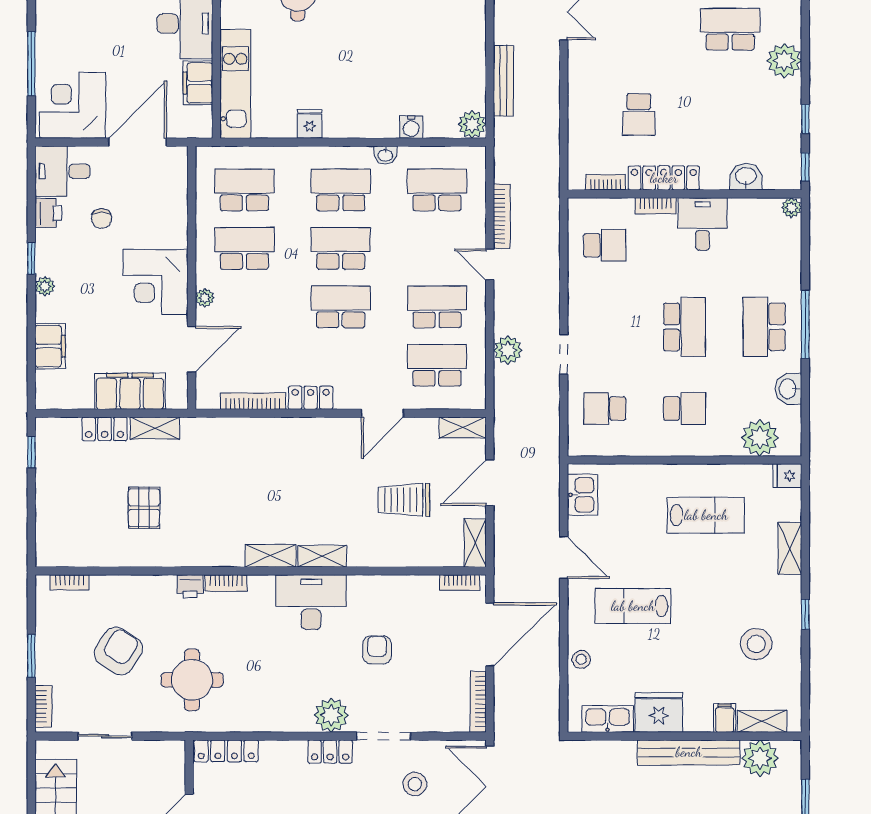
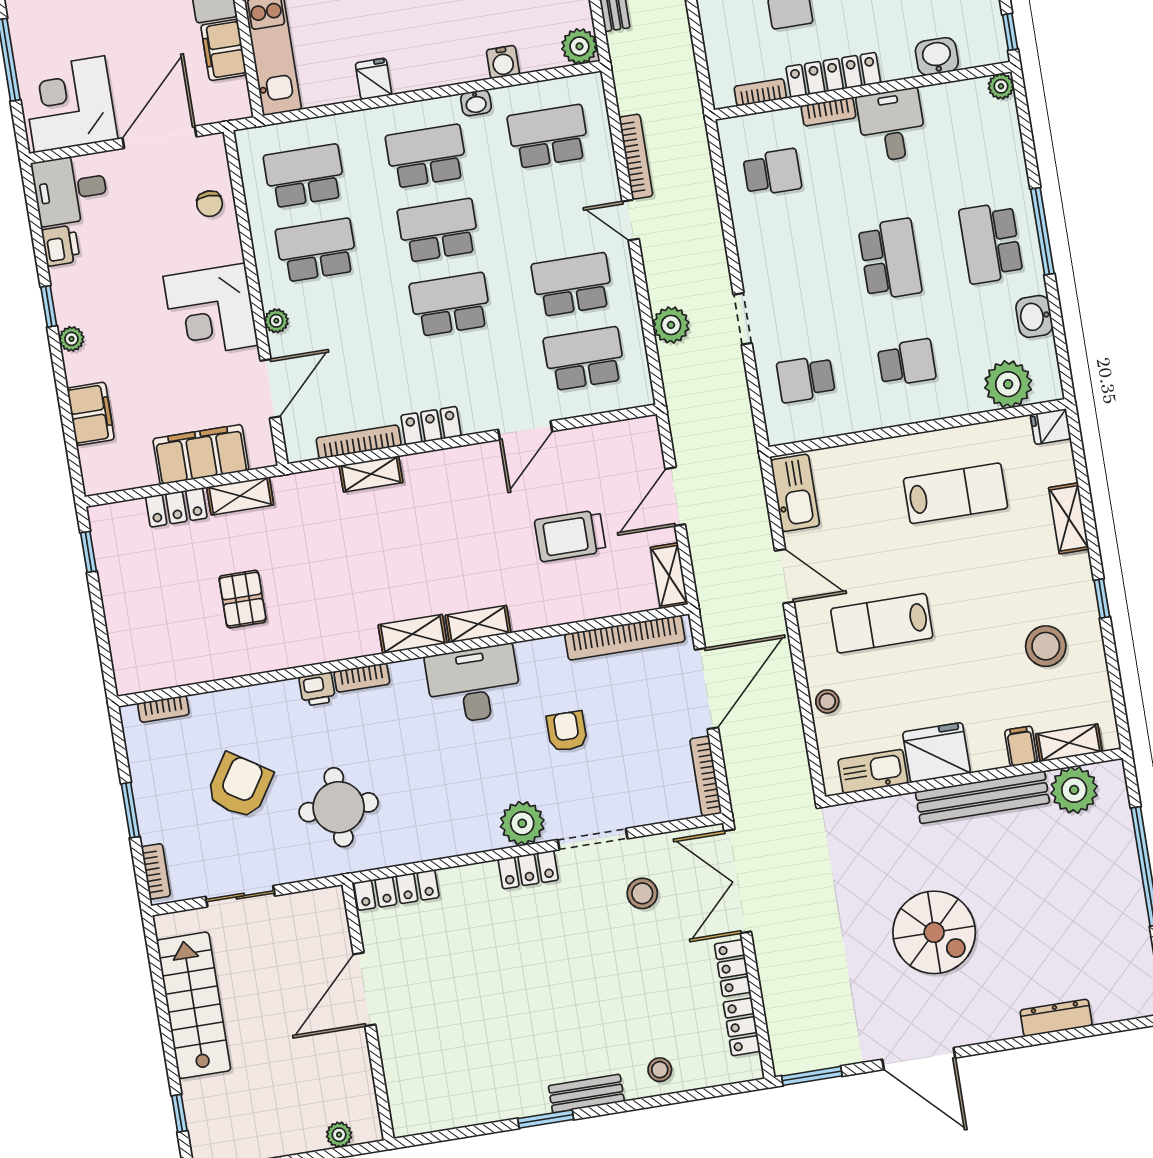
chair: (102, 219) -> (210, 204), moved
shelving: (463, 427) -> (371, 474), moved
kitchen sink: (582, 495) -> (795, 493), width x1.38
bookcase: (460, 583) -> (625, 638), width x2.31, depth x1.31

